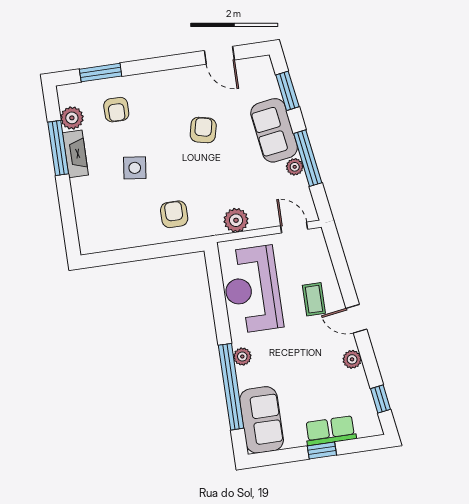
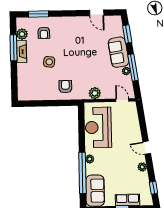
armchair: (203, 130) -> (84, 48), removed
coffee table: (314, 299) -> (128, 136), removed

